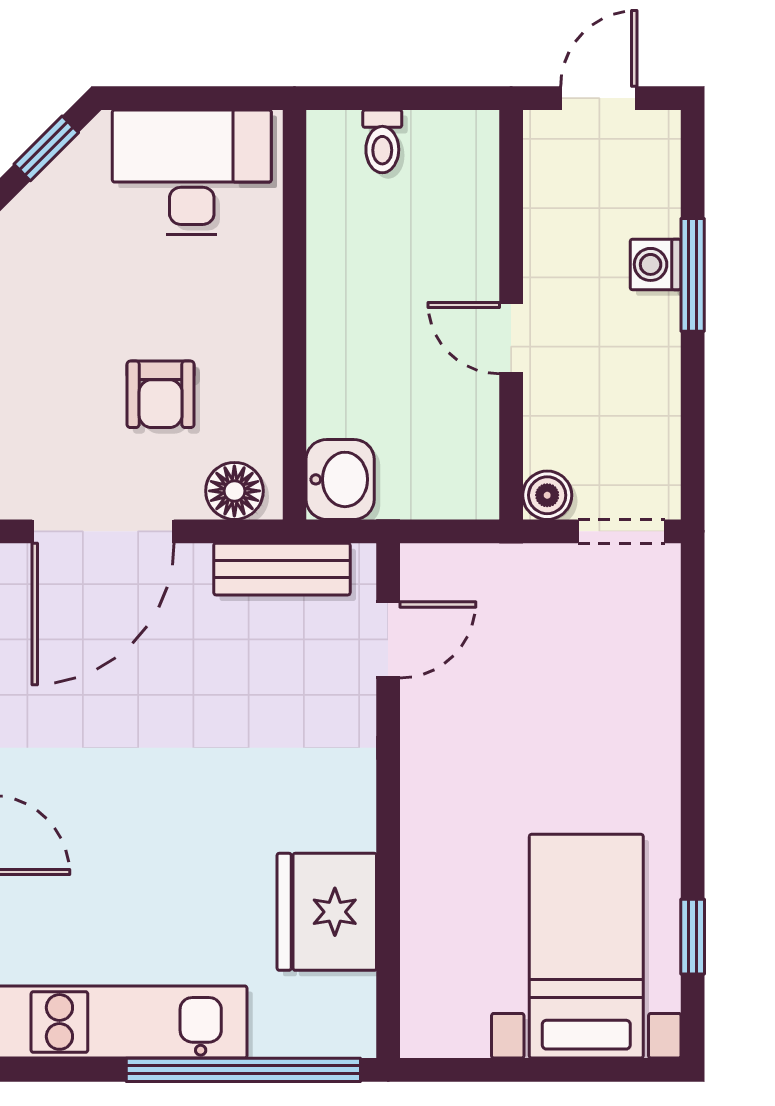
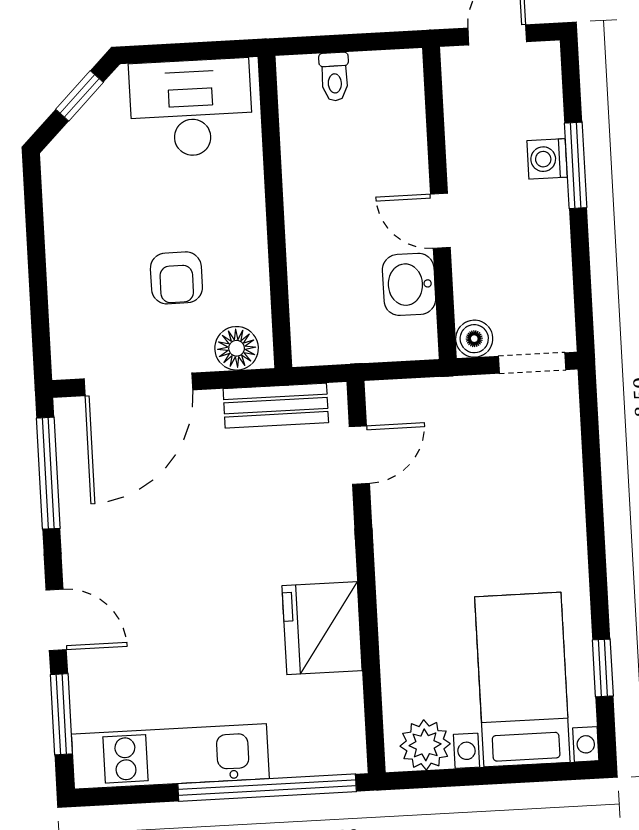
washbasin: (340, 479) -> (409, 284), moved, turned 180
fridge: (327, 912) -> (322, 628), moved
plant: (454, 1025) -> (425, 745), added

